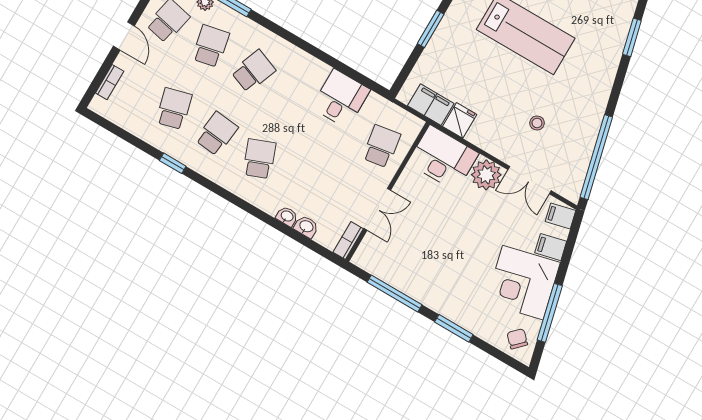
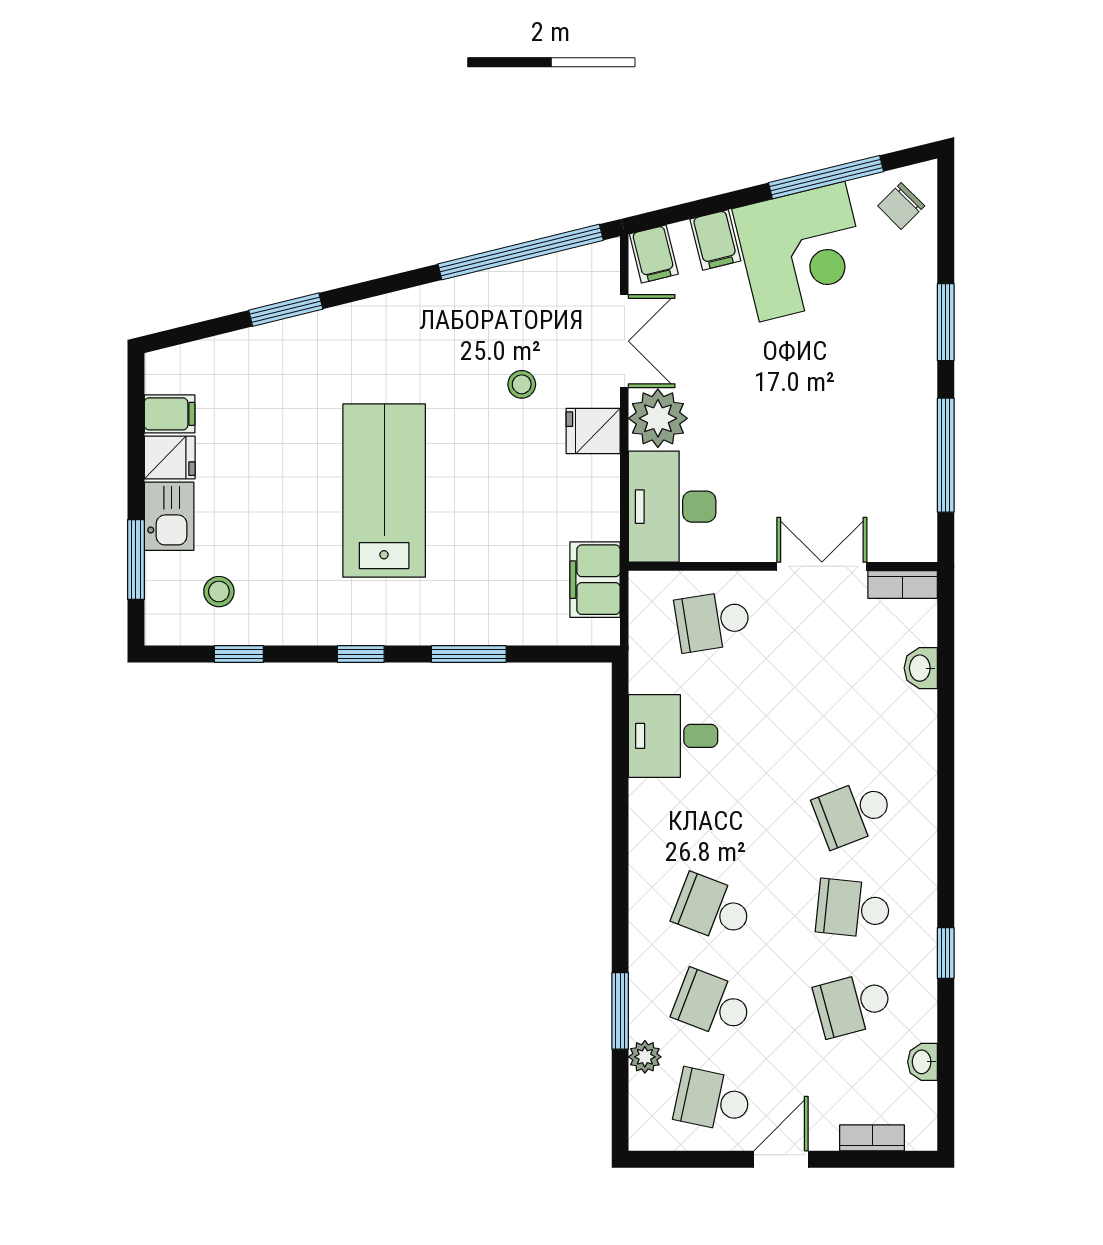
school desk: (211, 46) -> (713, 1004), turned 33
fridge: (460, 120) -> (593, 431), moved
washbasin: (287, 216) -> (923, 1062), moved

